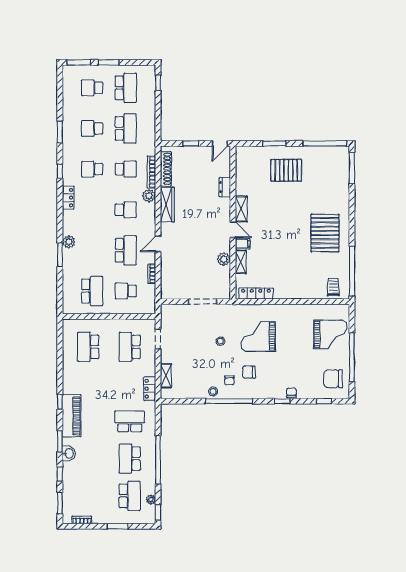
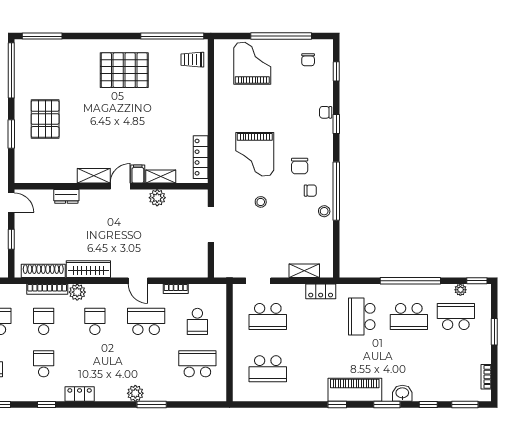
school desk: (92, 169) -> (44, 364), turned 180
chair: (333, 379) -> (308, 60), width x0.54, depth x0.54

